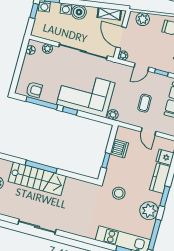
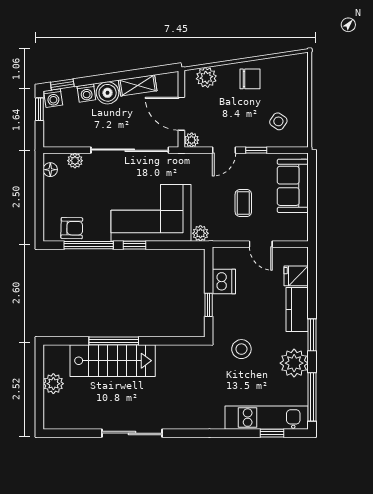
shelving: (109, 14) -> (138, 85), moved

